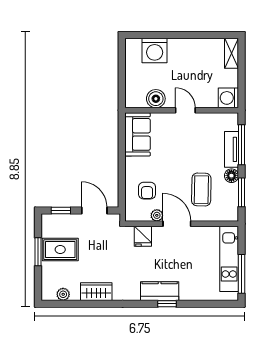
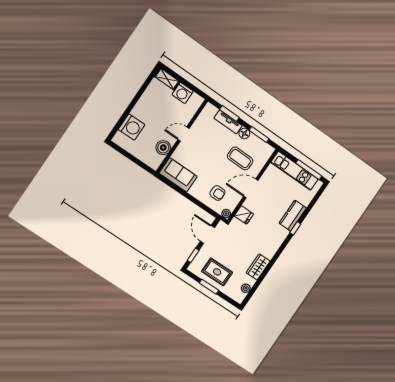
washing machine: (228, 98) -> (183, 93), moved
window: (242, 145) -> (229, 114), width x0.69
door: (94, 211) -> (207, 234), hinge flipped
plant: (157, 215) -> (226, 214), moved
rug: (60, 250) -> (217, 272), turned 90
kitchen counter: (160, 291) -> (293, 216), moved

